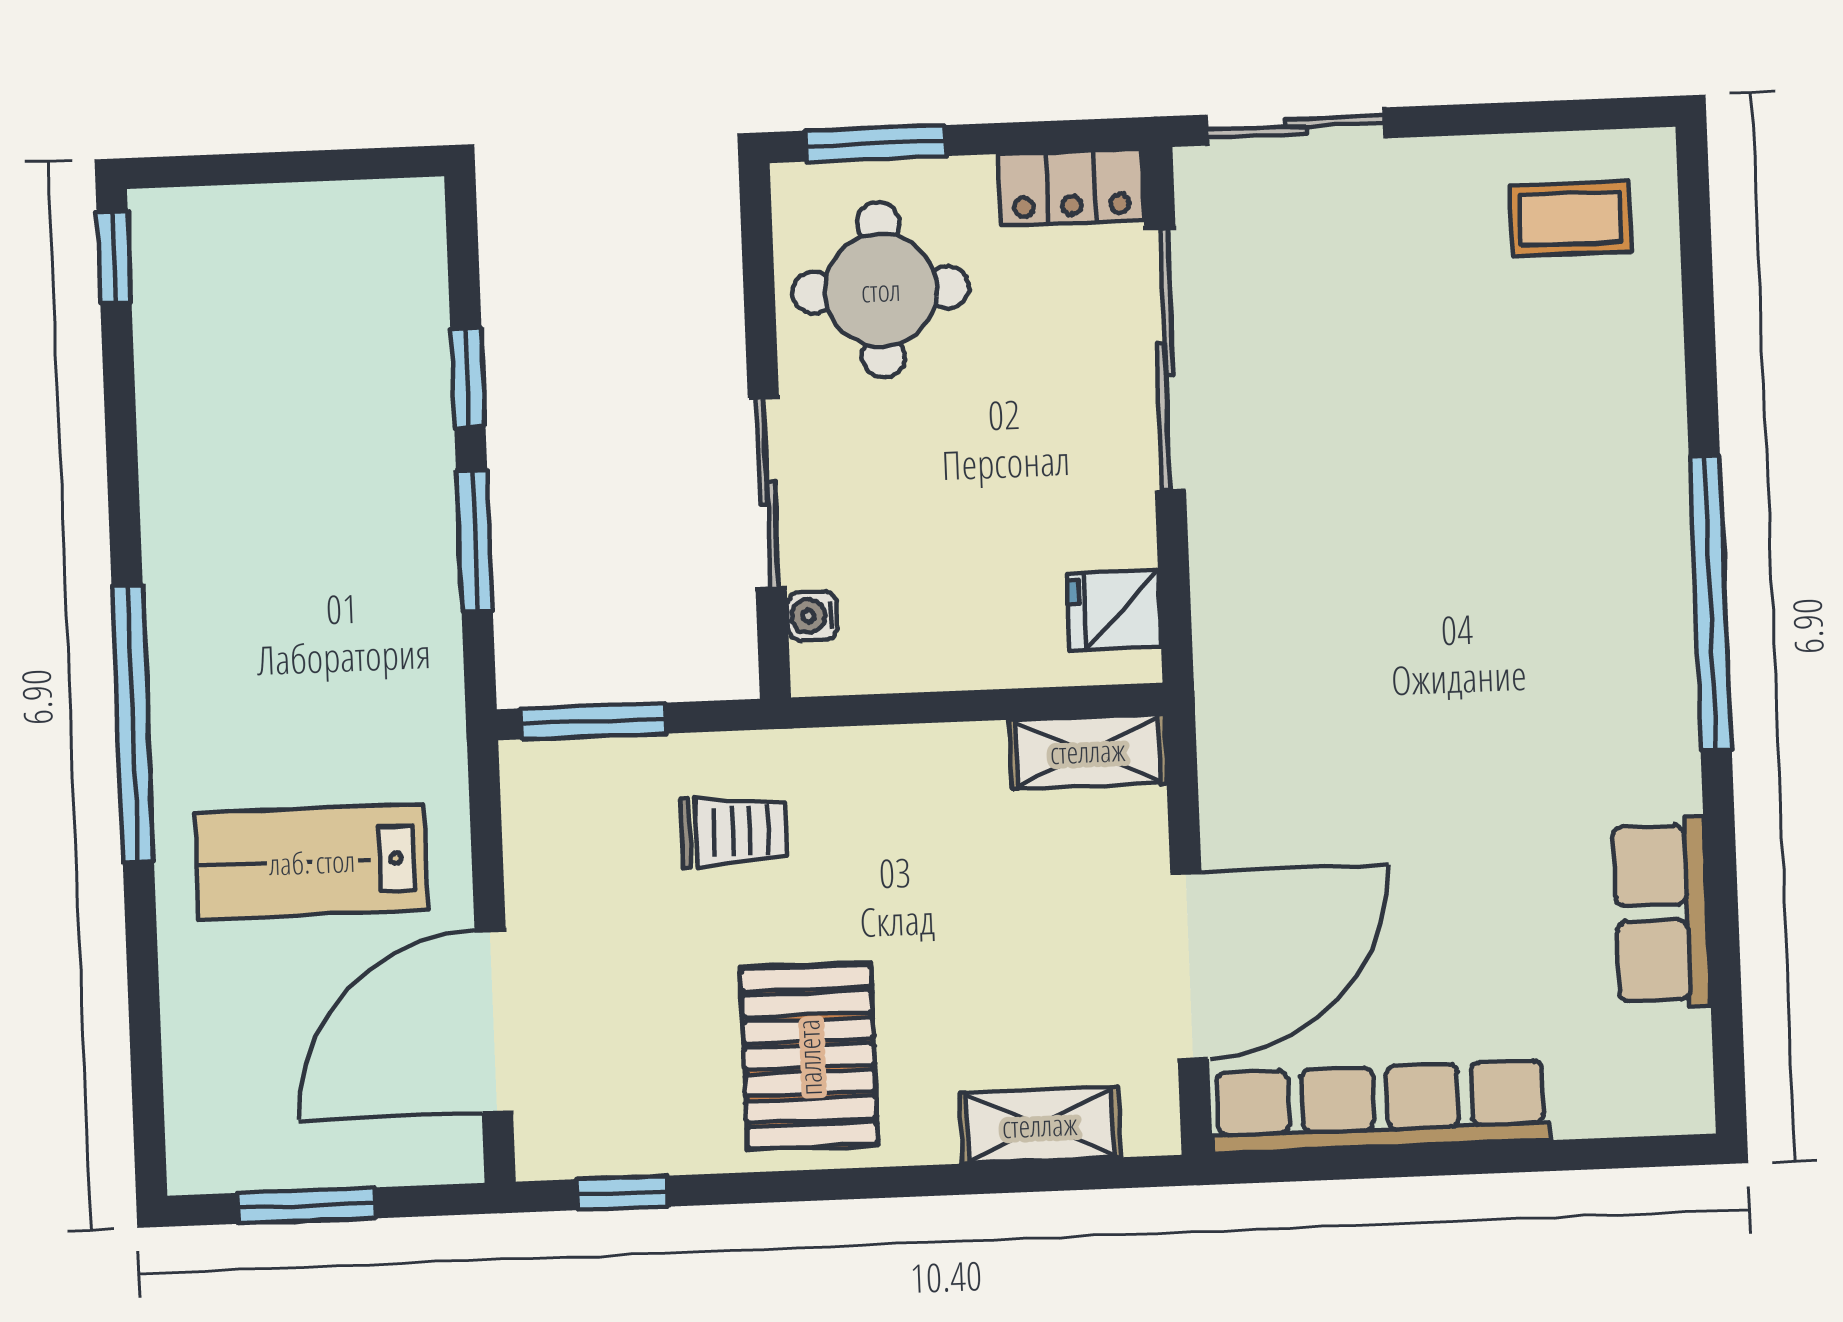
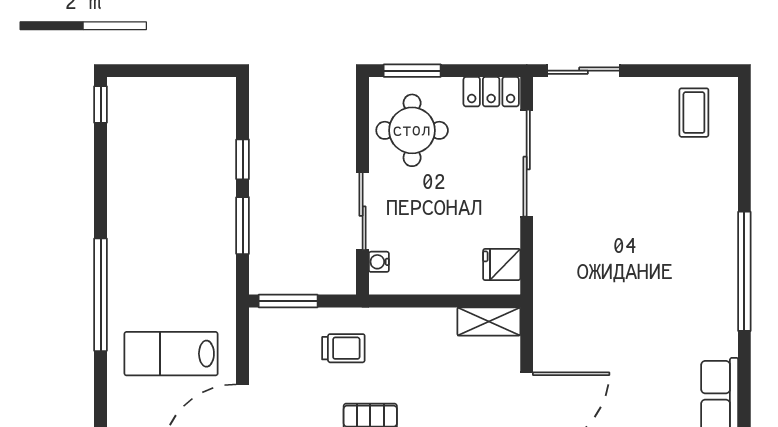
coffee table: (1571, 219) -> (694, 113), turned 90

